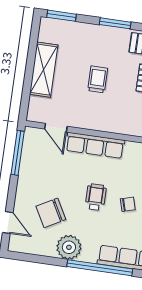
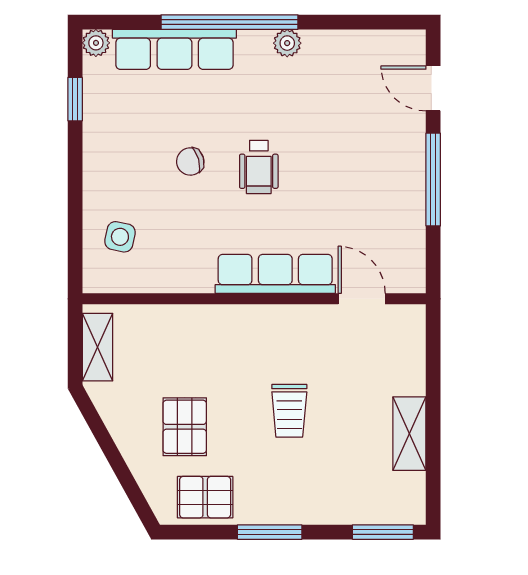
shelving: (44, 70) -> (409, 434), width x0.67, depth x0.75
window: (18, 153) -> (433, 180), moved
chair: (51, 213) -> (347, 121), removed
plant: (69, 247) -> (287, 43), width x0.53, depth x0.53

